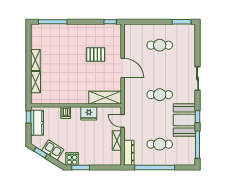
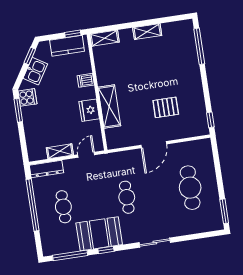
cafe table: (160, 45) -> (190, 188), width x1.37, depth x1.35
pallet: (96, 55) -> (166, 107), turned 90
shelving: (36, 82) -> (105, 38), moved
shelving: (105, 98) -> (109, 107), moved

